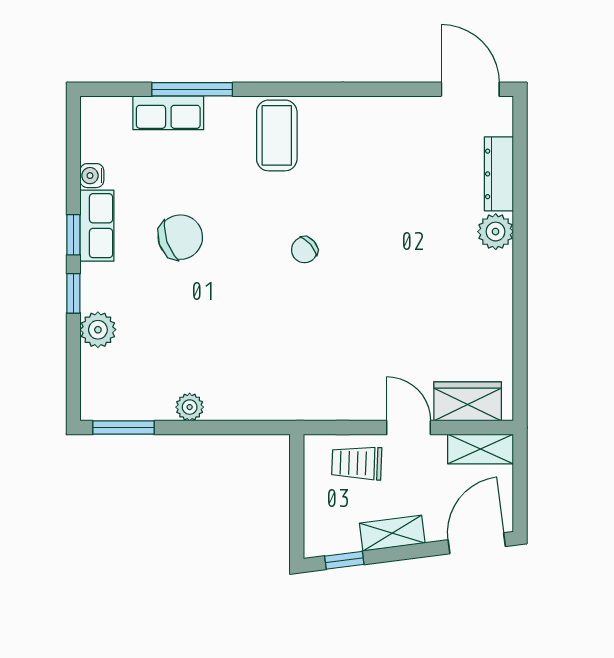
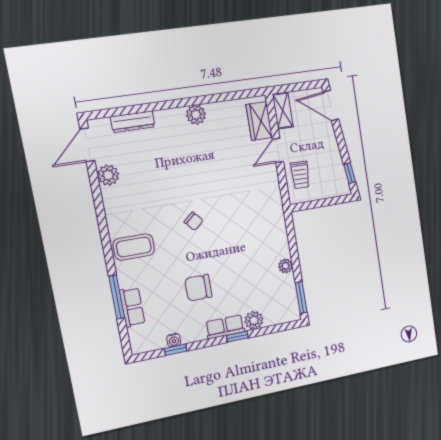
plant: (412, 115) -> (108, 175), added
row of seats: (97, 226) -> (225, 327), moved
plant: (496, 232) -> (196, 115), moved
window: (73, 235) -> (176, 350), moved
chair: (180, 237) -> (198, 288), turned -71
shelving: (392, 533) -> (333, 151), removed

